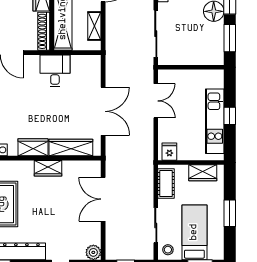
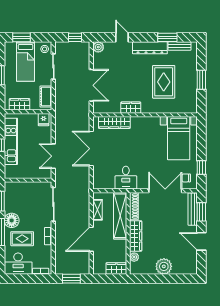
wardrobe: (33, 147) -> (142, 123), removed

